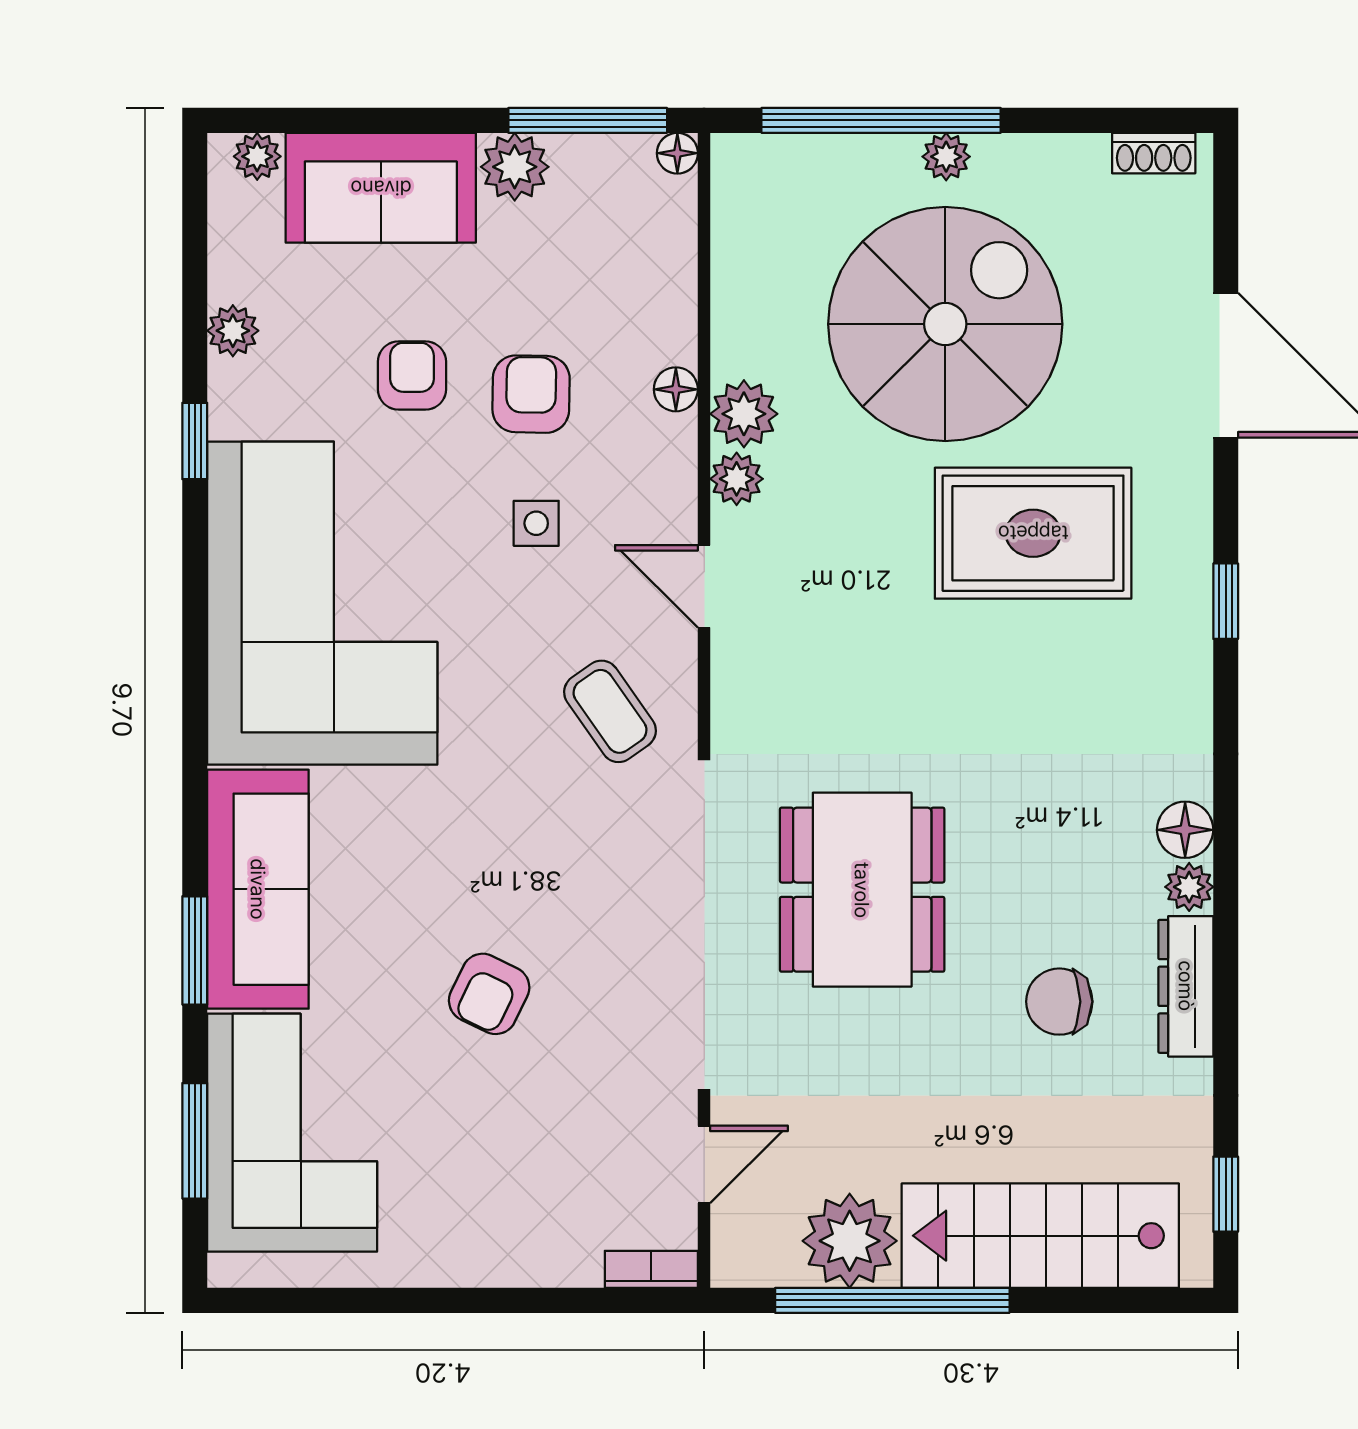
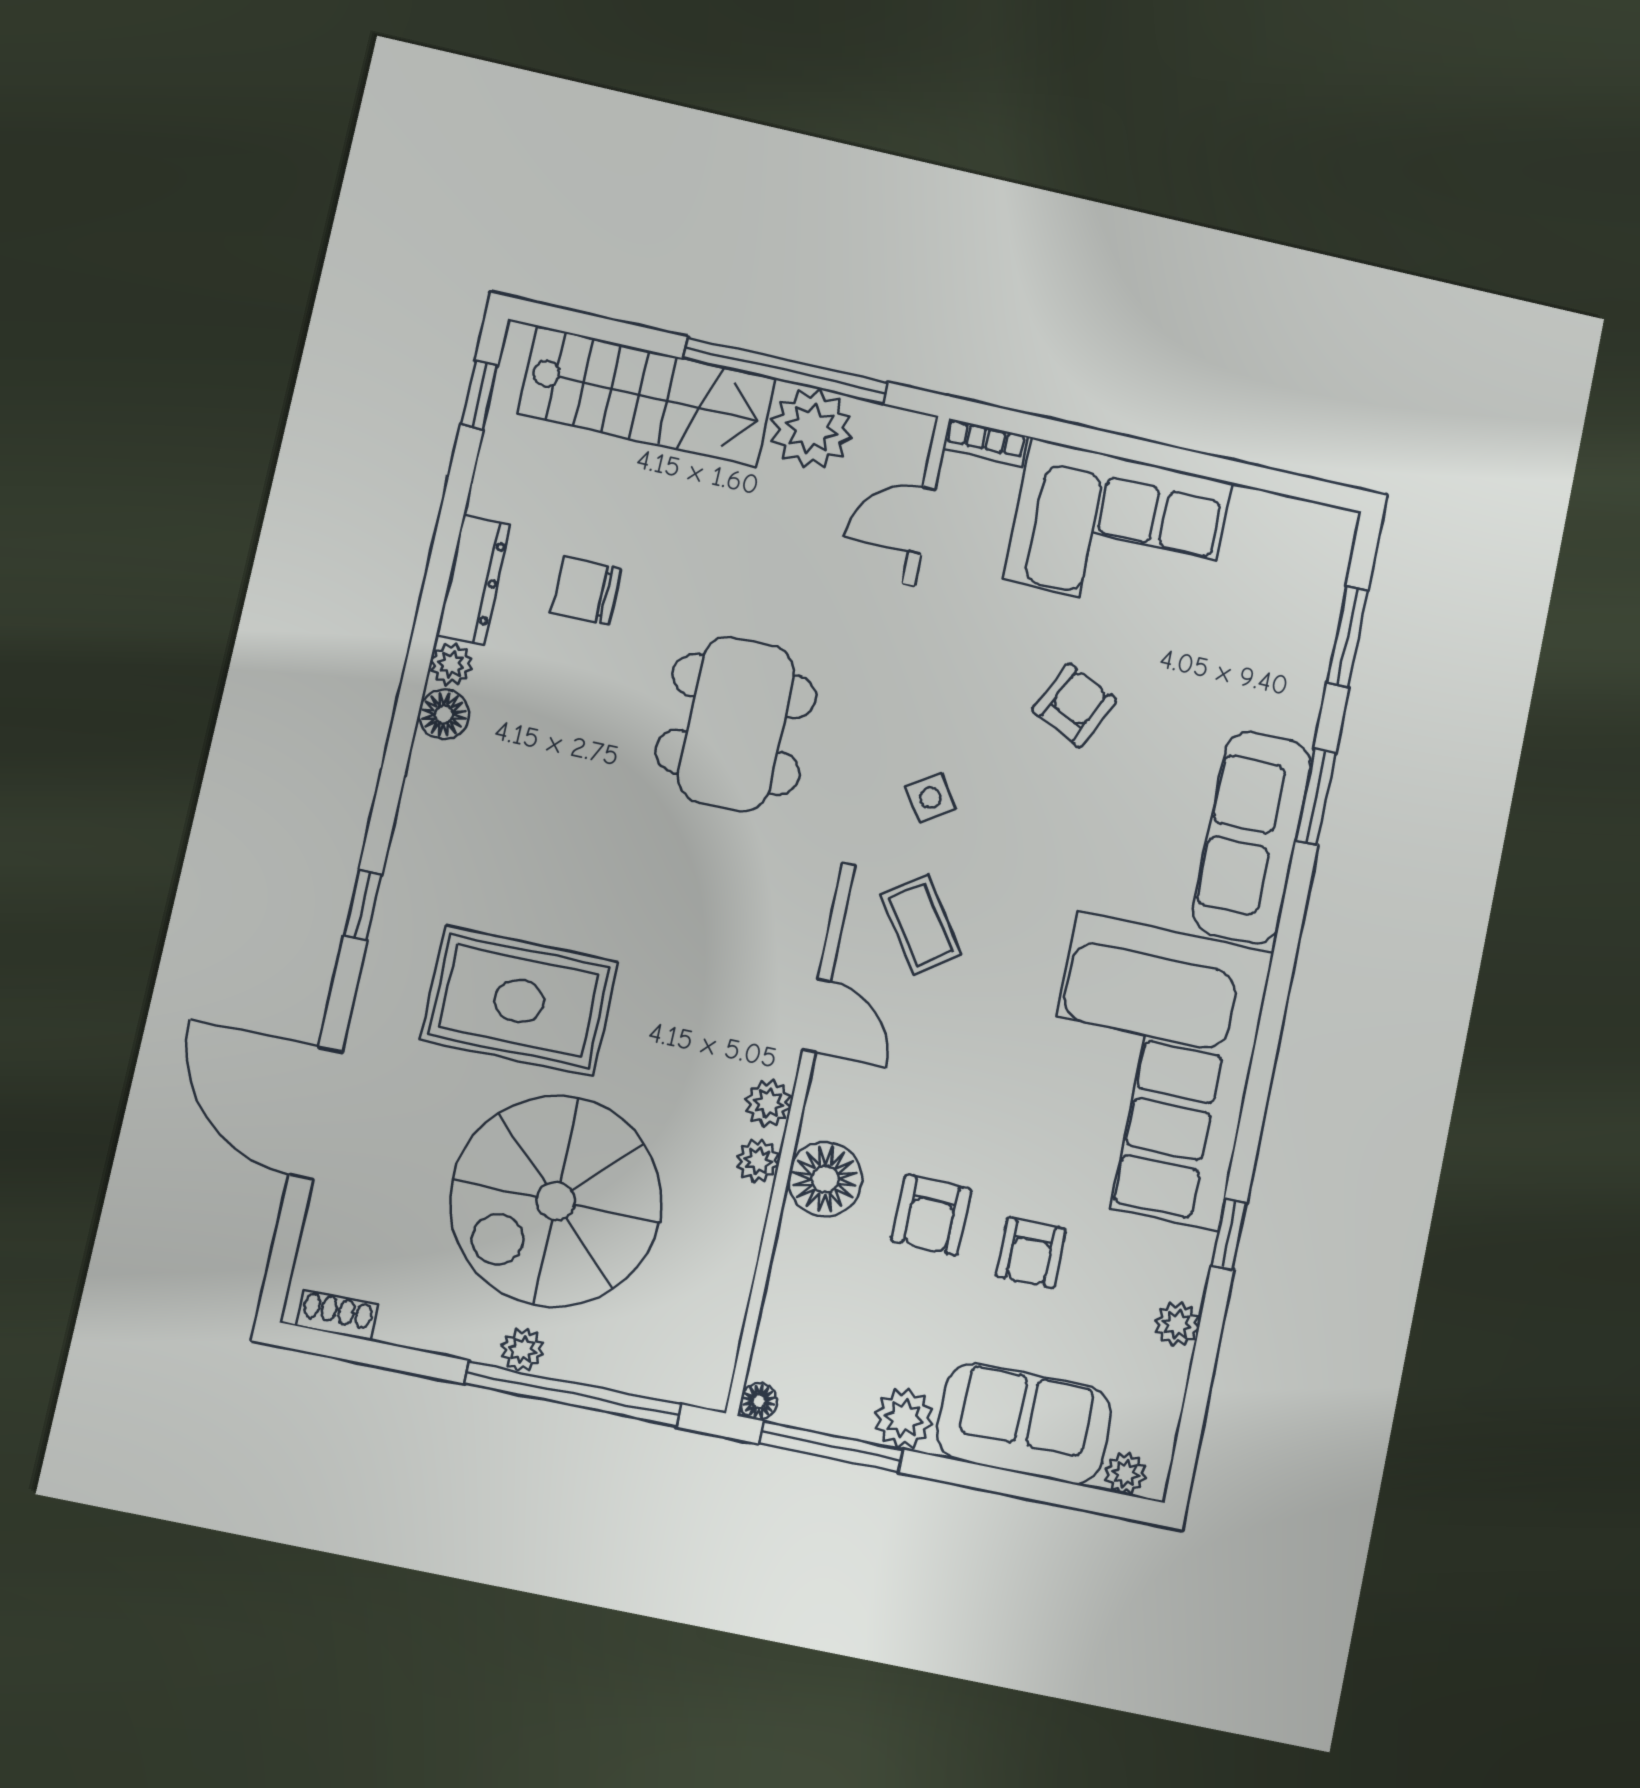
floor lamp: (676, 389) -> (825, 1179), width x1.89, depth x1.89
plant: (744, 414) -> (758, 1161), width x0.73, depth x0.73
side table: (536, 523) -> (930, 798), moved, turned -33
chair: (1059, 1002) -> (586, 591), turned 180
corner sofa: (292, 1133) -> (1118, 531), moved, turned -90

